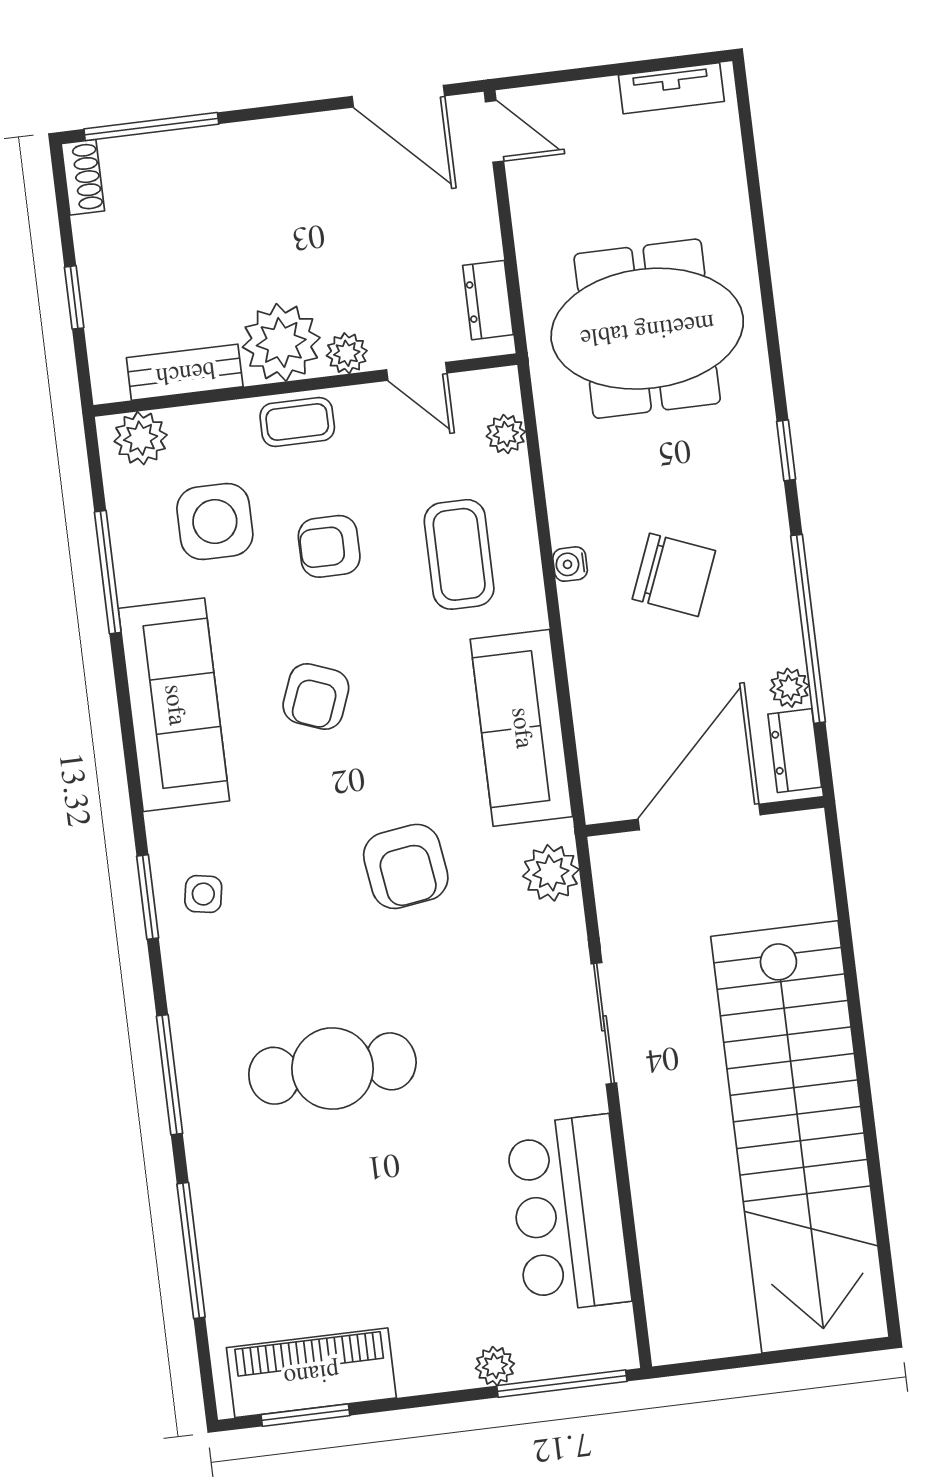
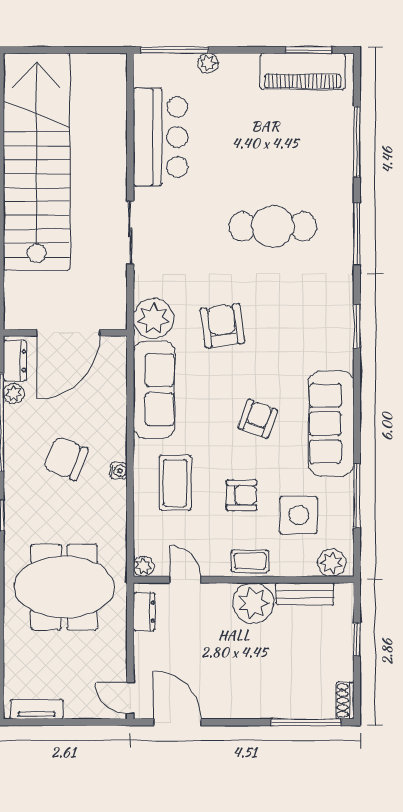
plant: (347, 353) -> (220, 593), removed
plant: (506, 434) -> (144, 566), moved
plant: (551, 873) -> (153, 319), width x1.36, depth x1.36
side table: (203, 894) -> (328, 324), removed

